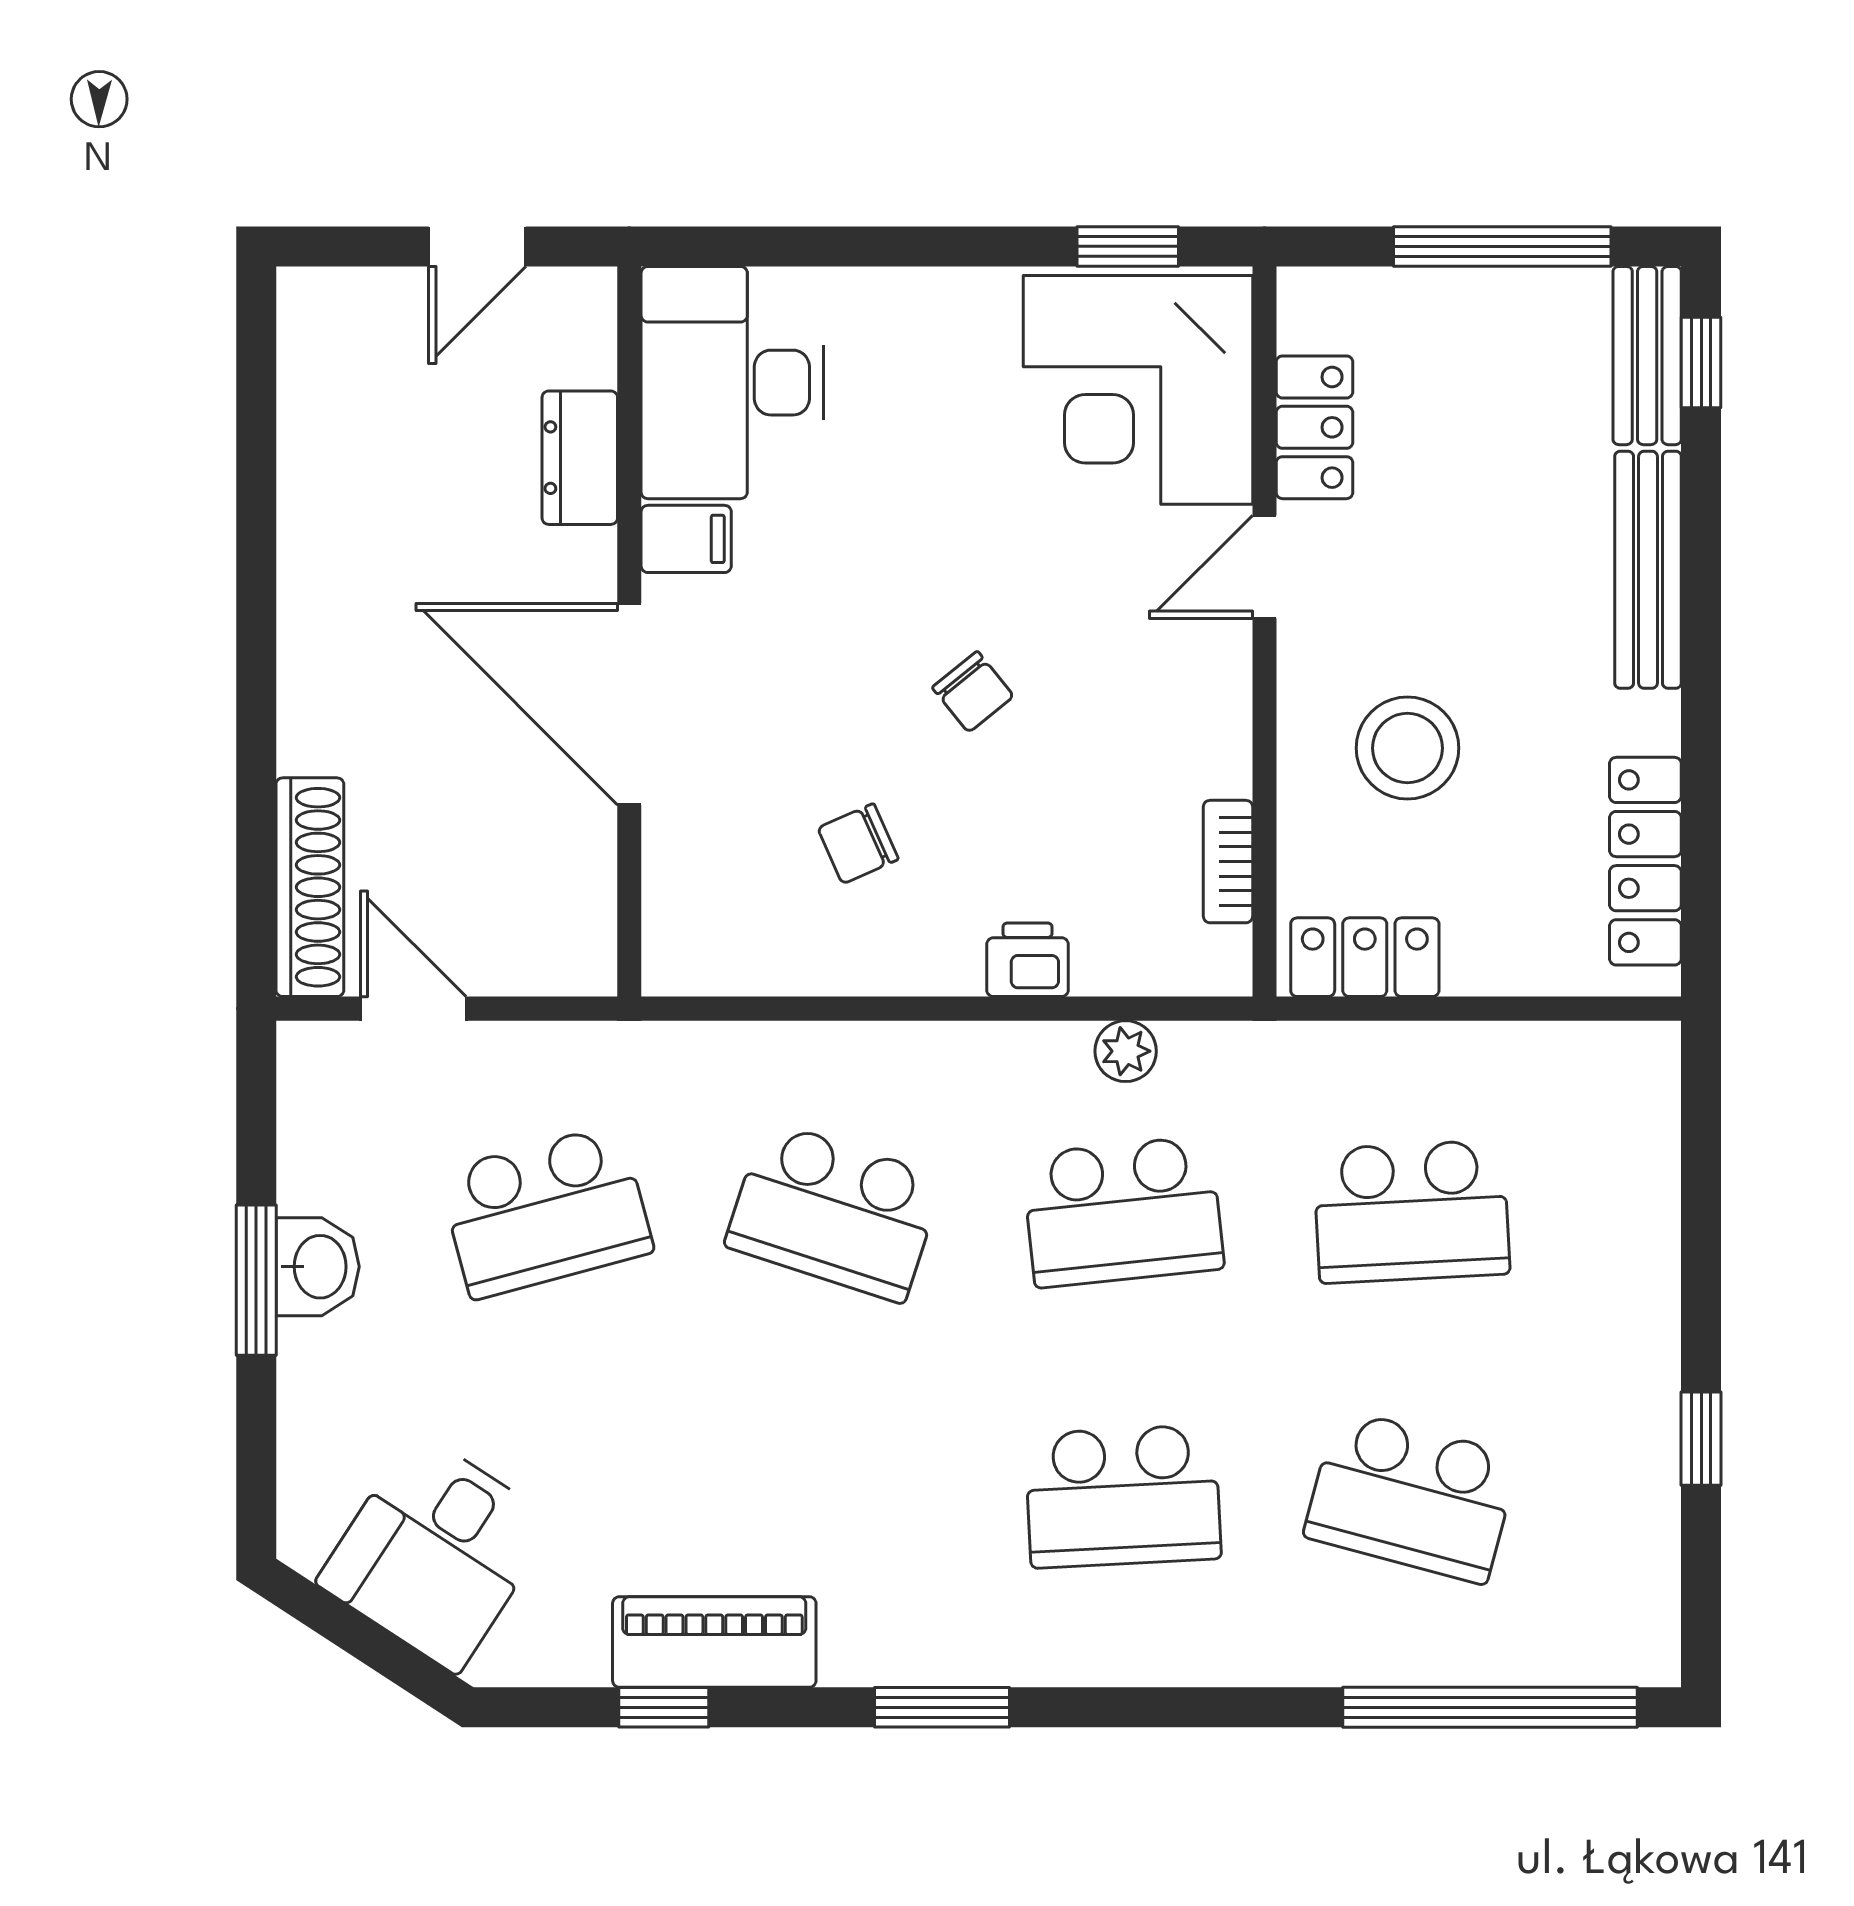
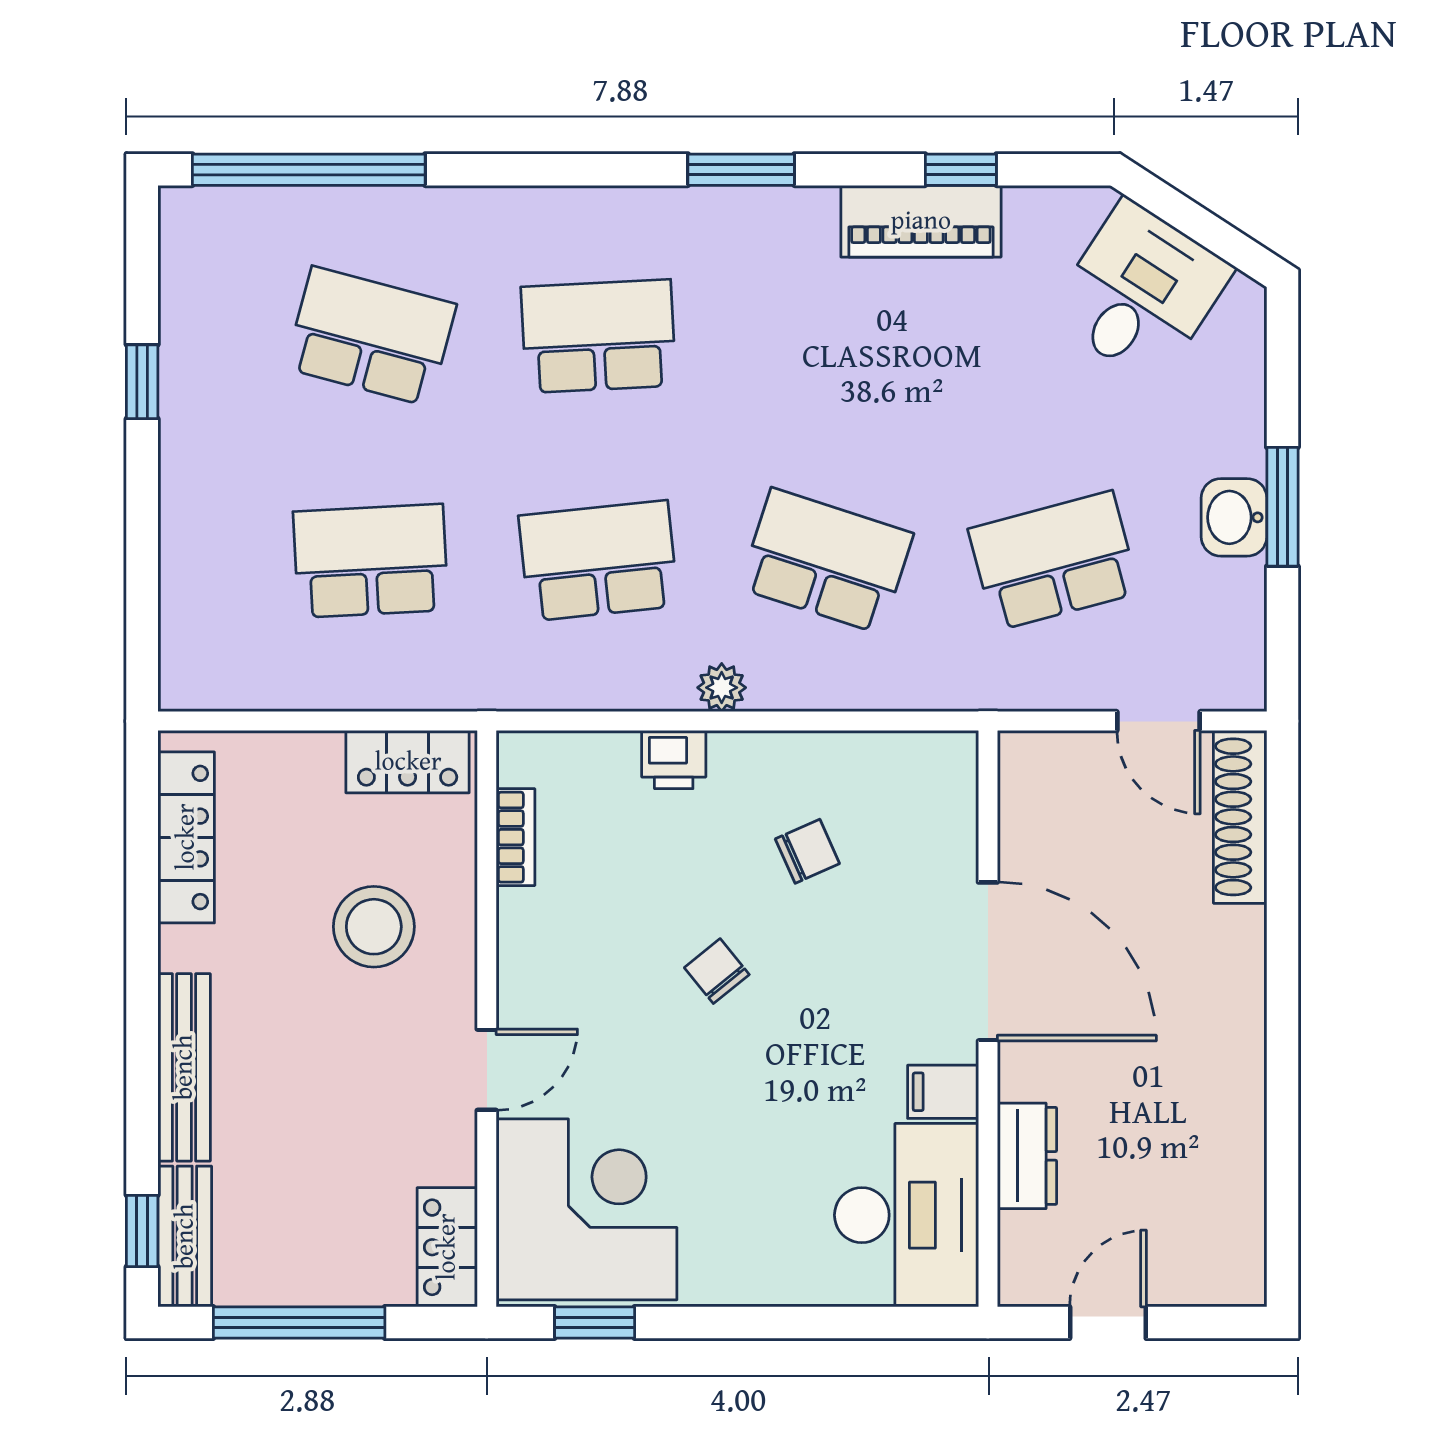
locker: (1314, 427) -> (447, 1247), moved
plant: (1126, 1051) -> (722, 688), moved

